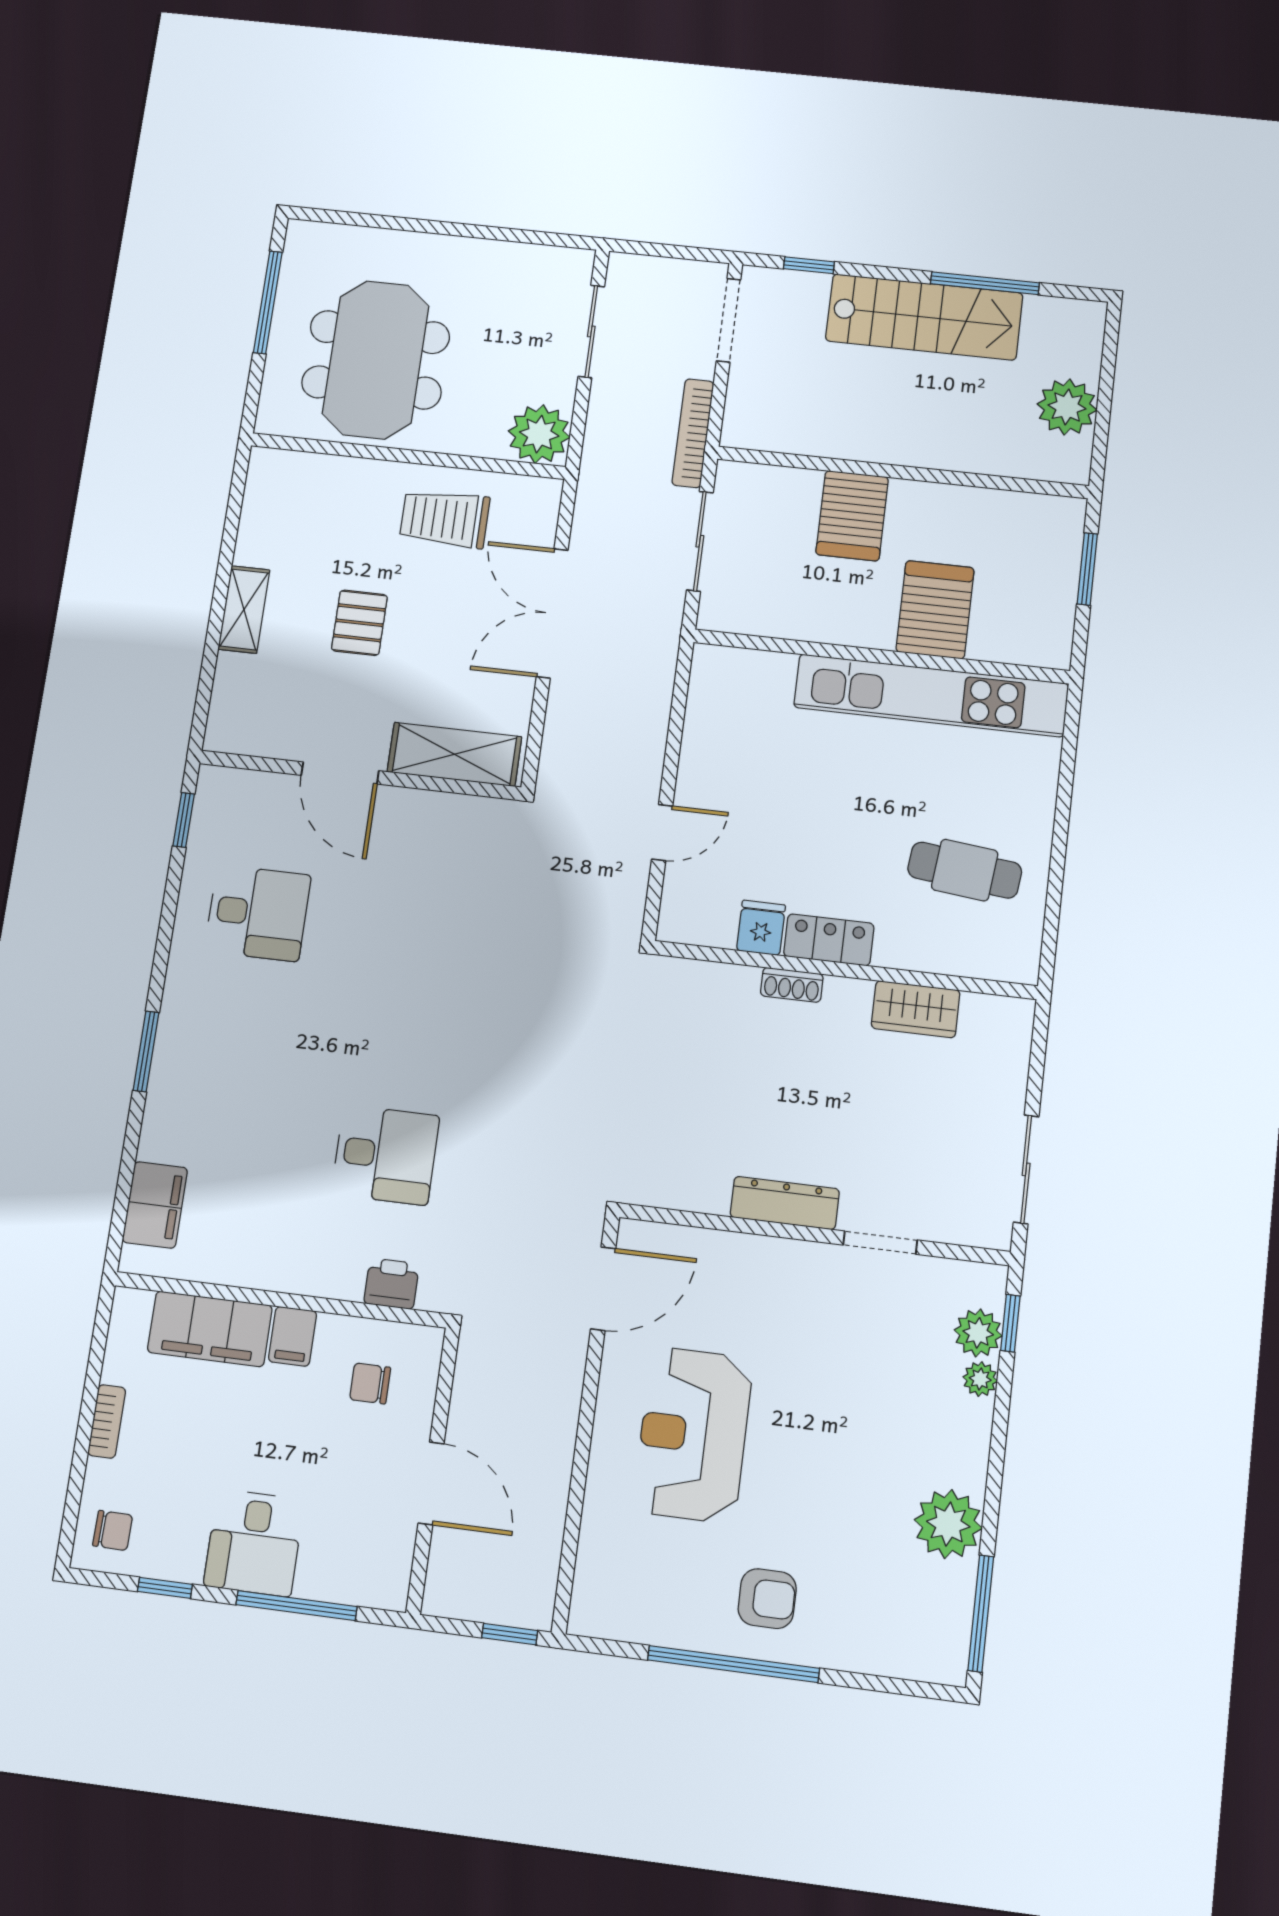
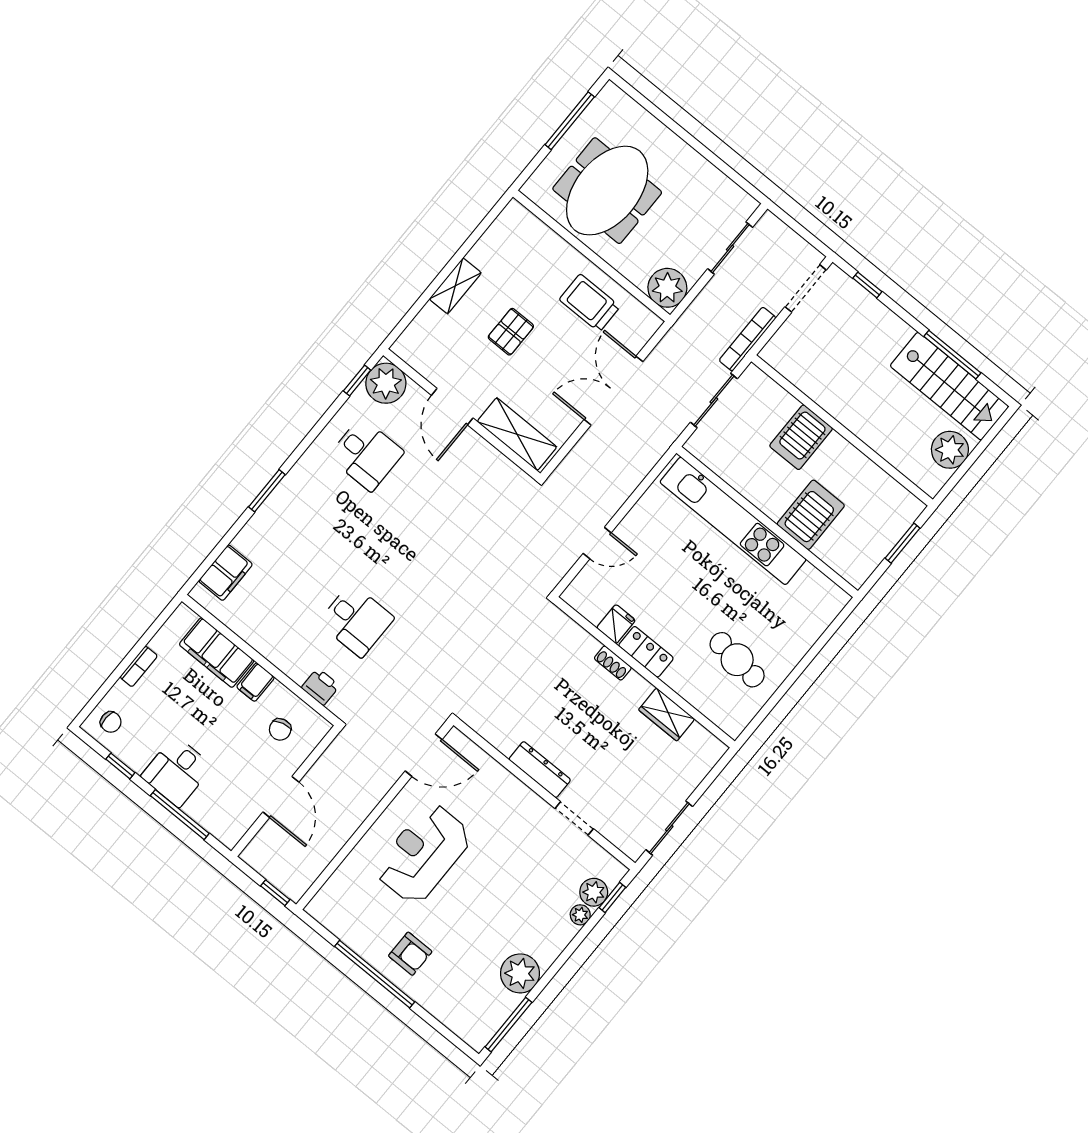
stairs: (924, 317) -> (949, 386), moved
kitchen unit: (931, 695) -> (733, 521), moved
plant: (227, 799) -> (386, 383), added
chair: (370, 1383) -> (280, 729), turned -104

